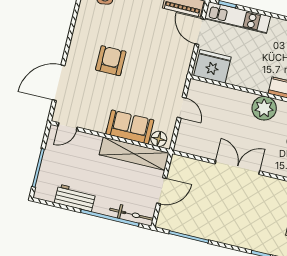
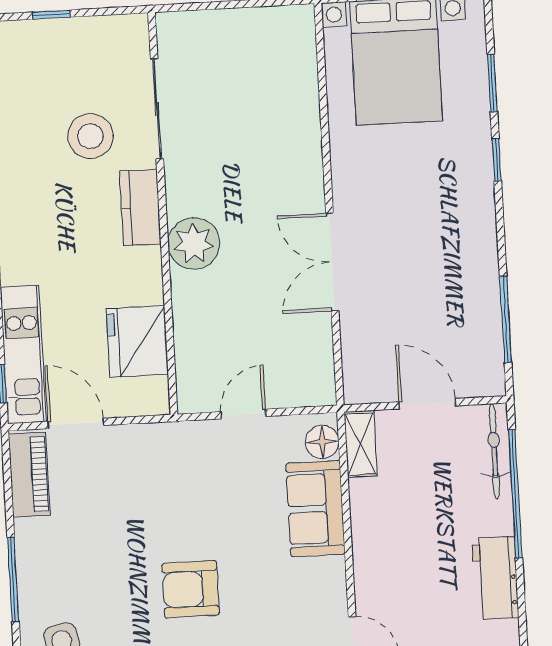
door: (200, 32) -> (76, 423), swing flipped
fridge: (212, 66) -> (137, 342), moved
shelving: (134, 154) -> (361, 444), width x0.45, depth x0.75

